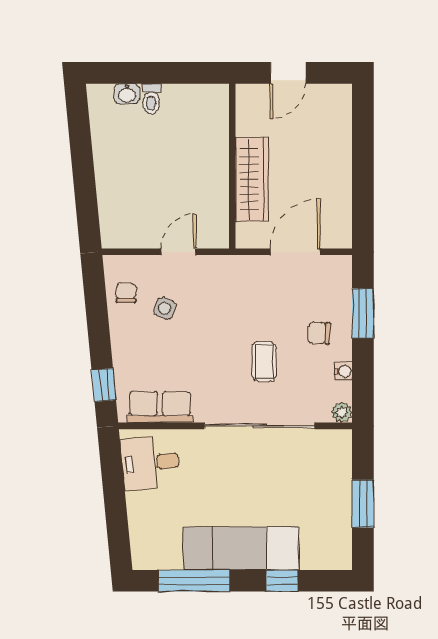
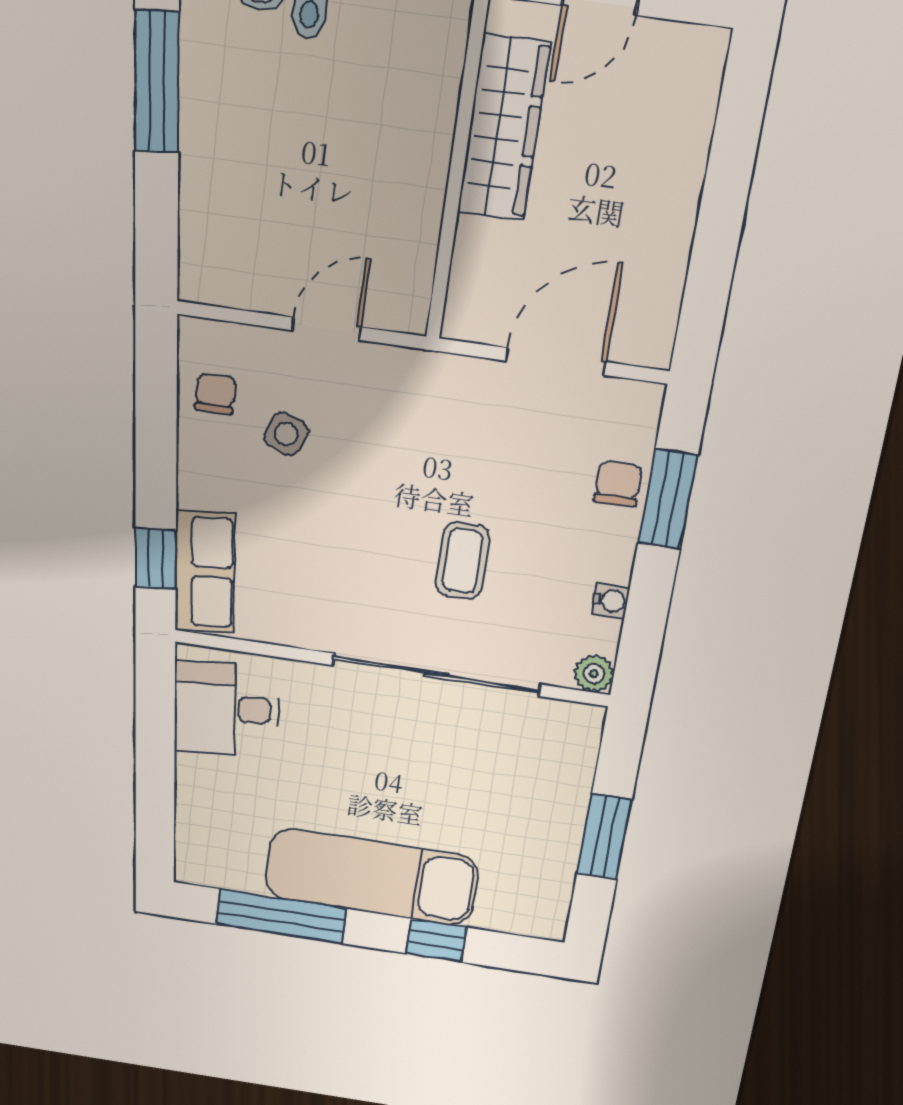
window: (81, 144) -> (157, 82), added
wardrobe: (252, 179) -> (504, 128), moved
chair: (319, 333) -> (618, 484), moved, turned 87
row of seats: (160, 407) -> (205, 572), moved, turned 85

